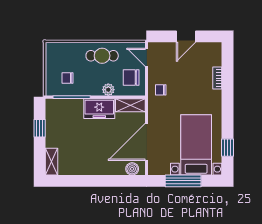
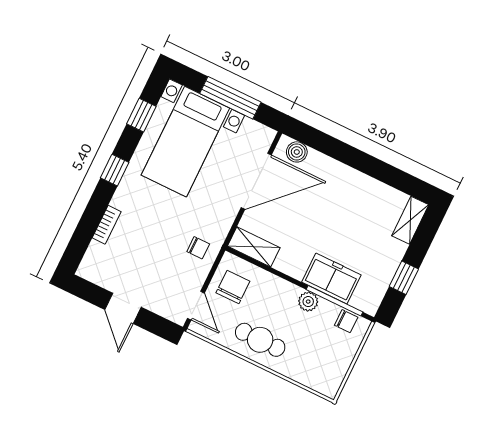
door: (186, 36) -> (123, 308), swing flipped
chair: (68, 78) -> (346, 321), moved
chair: (131, 78) -> (233, 287), turned -90
plant: (108, 90) -> (308, 302), moved
freezer: (99, 109) -> (331, 278), moved
window: (227, 110) -> (115, 170), added

